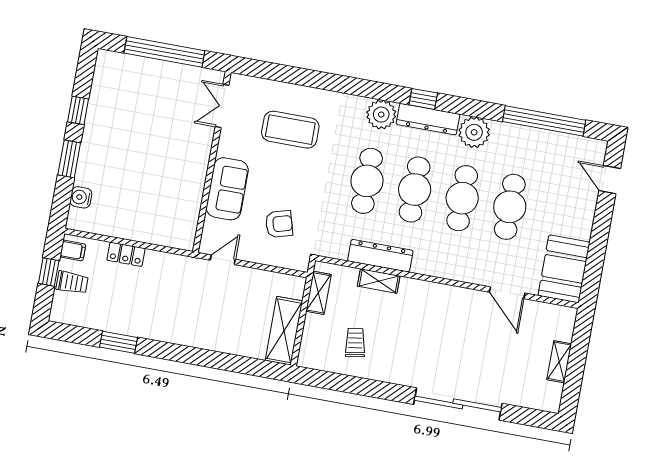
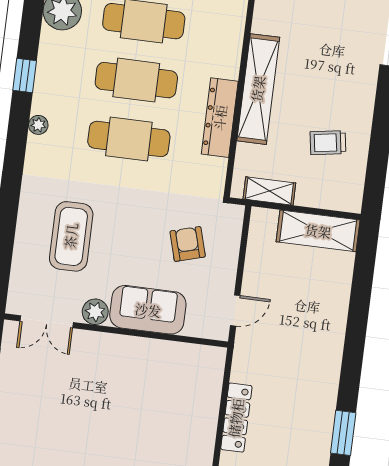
plant: (381, 115) -> (38, 125), width x0.53, depth x0.53
dresser: (428, 119) -> (49, 68), removed
plant: (228, 146) -> (95, 312), added
locker: (126, 254) -> (236, 418), width x1.53
door: (223, 260) -> (235, 311), swing flipped
shelving: (379, 281) -> (258, 89), width x2.20, depth x1.33

